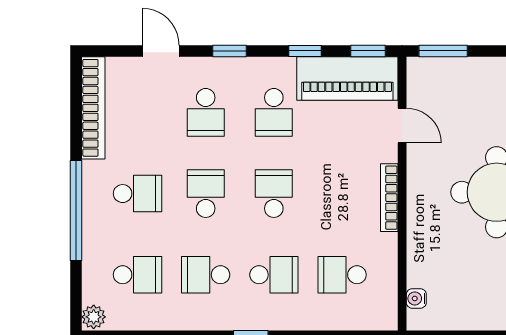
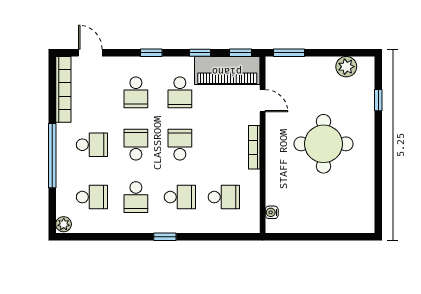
door: (161, 51) -> (90, 53), moved
school desk: (206, 275) -> (136, 197), turned -90
school desk: (342, 275) -> (224, 197), turned 180

